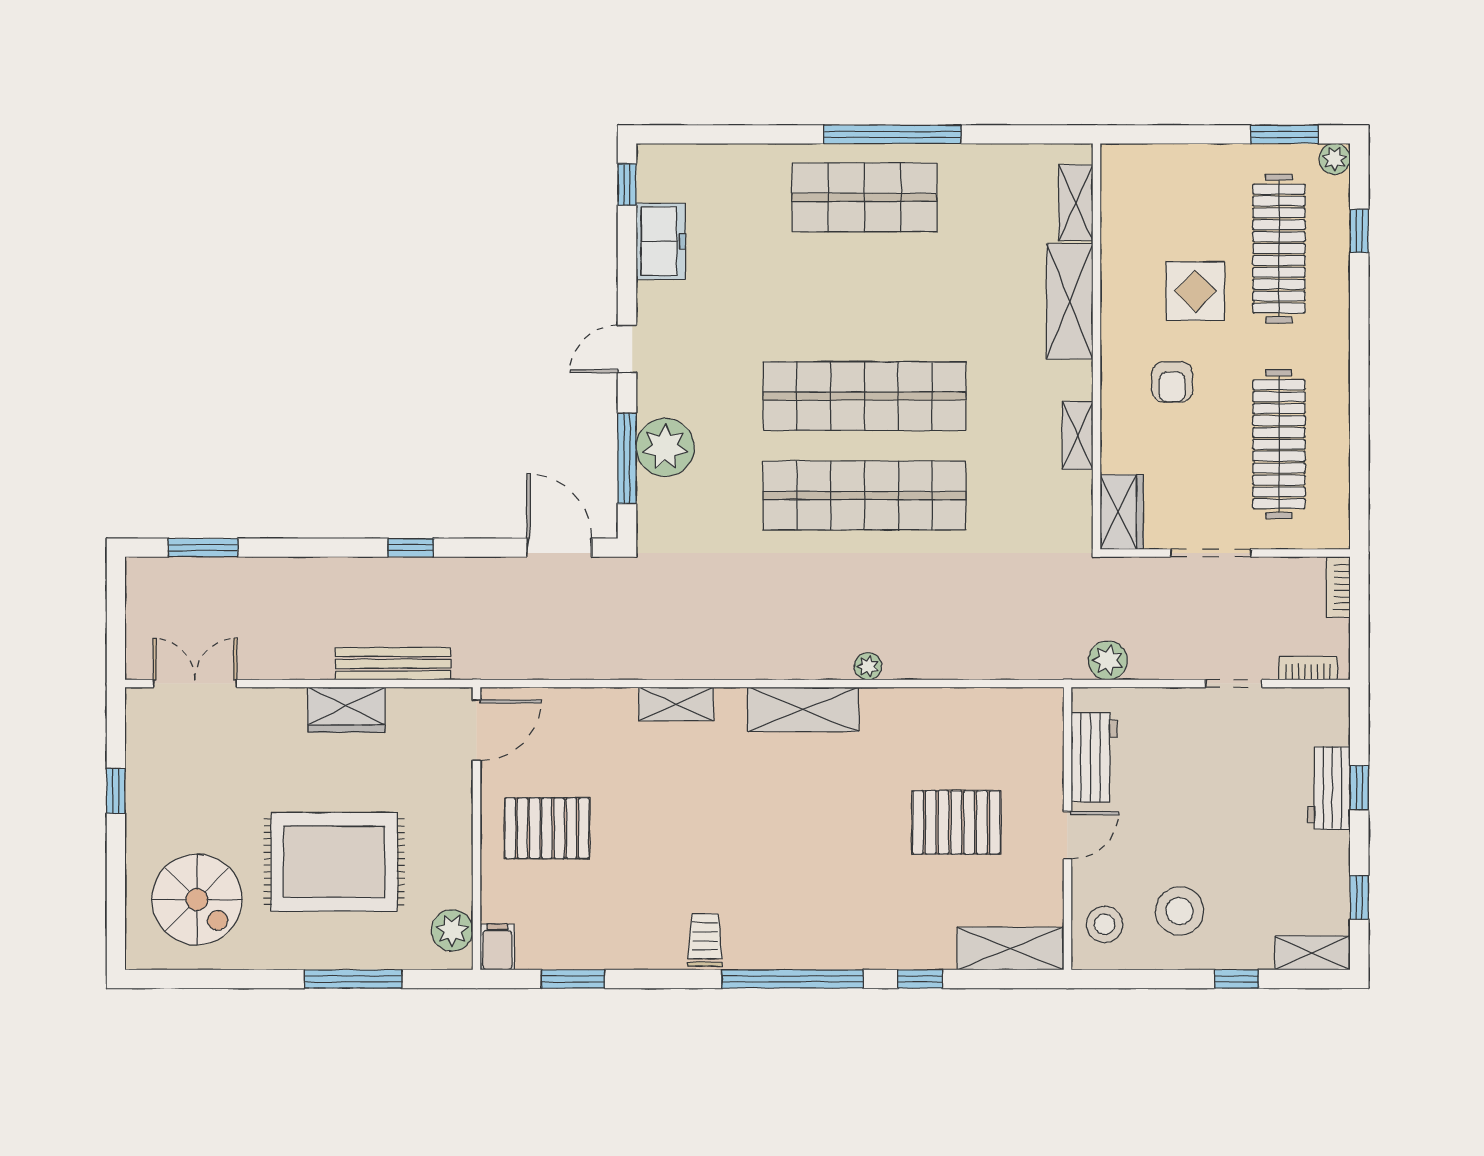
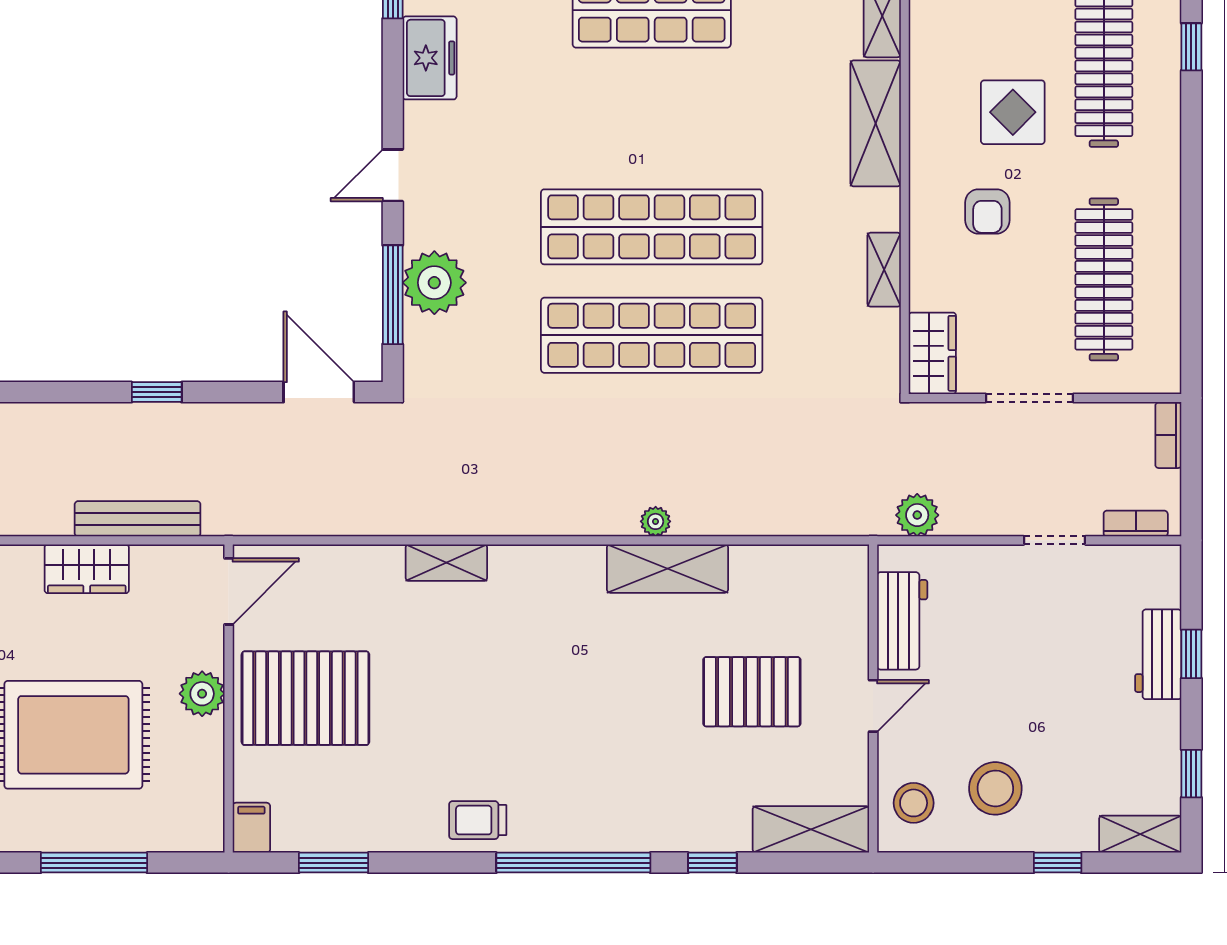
shelving: (803, 709) -> (667, 569), moved
pallet: (547, 828) -> (305, 698), width x1.37, depth x1.41
plant: (452, 930) -> (202, 694), moved
trolley: (705, 940) -> (478, 820), turned -90

